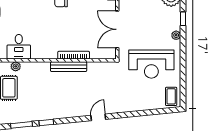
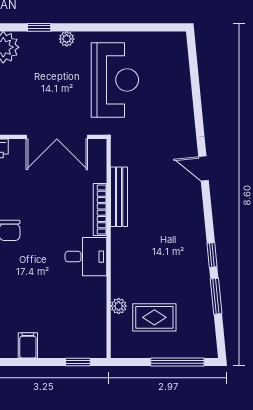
desk: (19, 47) -> (86, 257), moved
bench: (69, 67) -> (119, 197), moved
coffee table: (171, 96) -> (169, 47), removed

